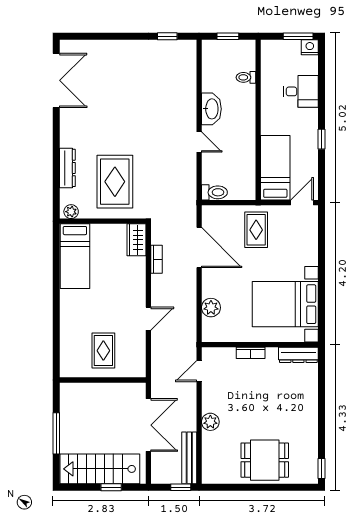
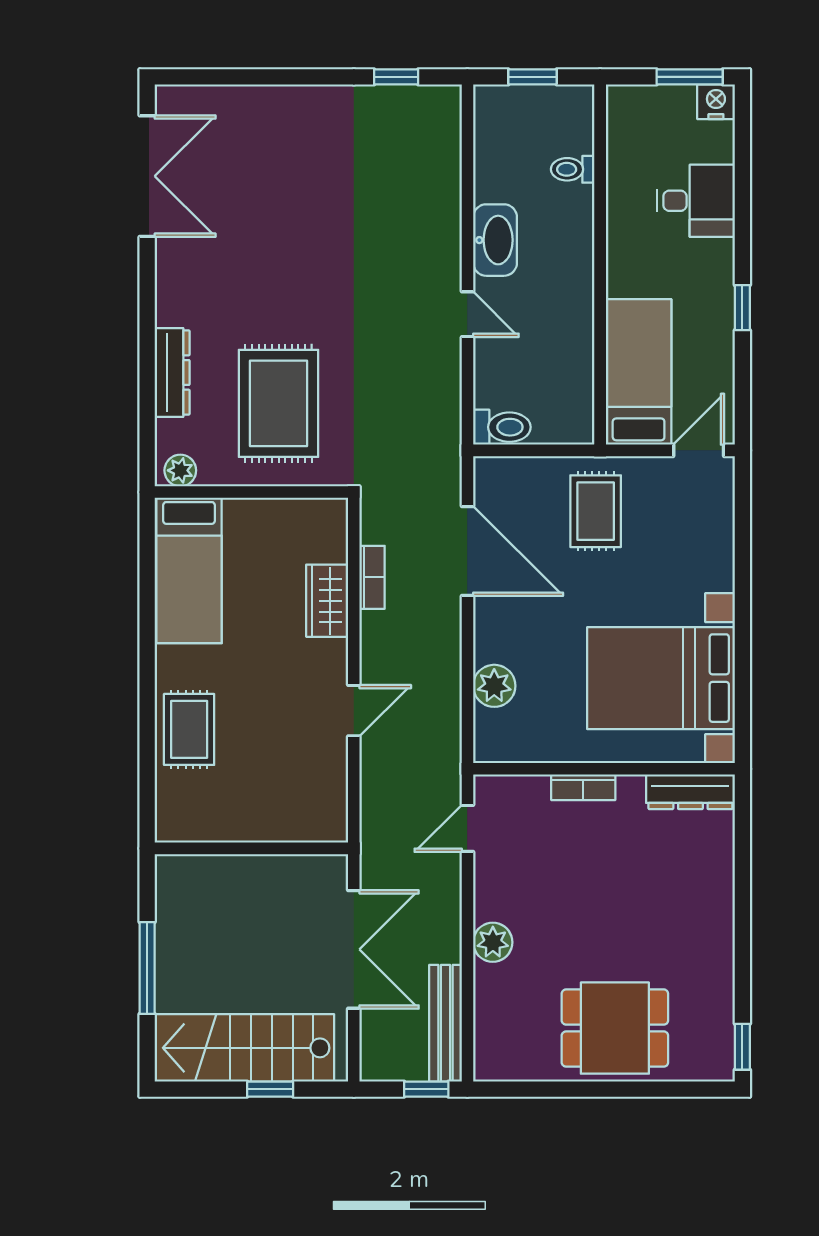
wardrobe: (136, 240) -> (327, 601), moved
rug: (103, 351) -> (189, 729), moved

